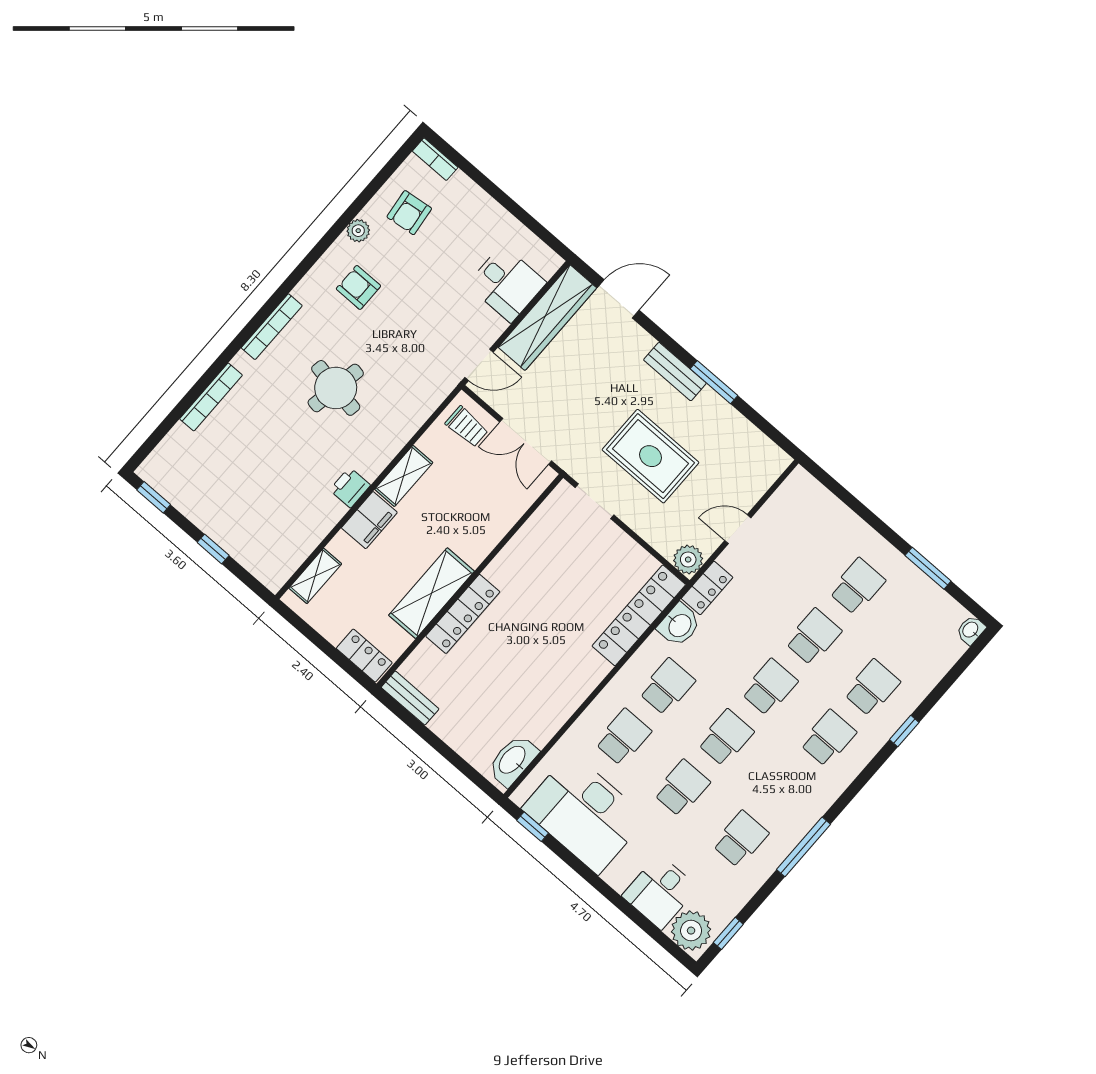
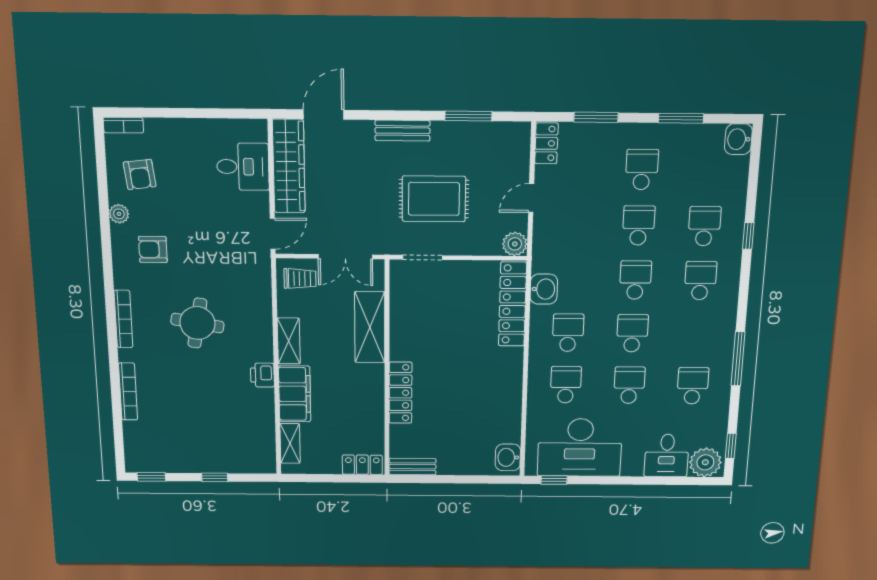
window: (714, 382) -> (468, 116), moved
window: (854, 504) -> (596, 117), added
filing cabinet: (369, 520) -> (295, 394), width x1.50, depth x1.17
locker: (707, 588) -> (546, 143), moved
shelving: (431, 593) -> (370, 327), moved
washbasin: (971, 630) -> (738, 139), width x1.38, depth x1.45
washbasin: (513, 760) -> (508, 457), width x0.72

